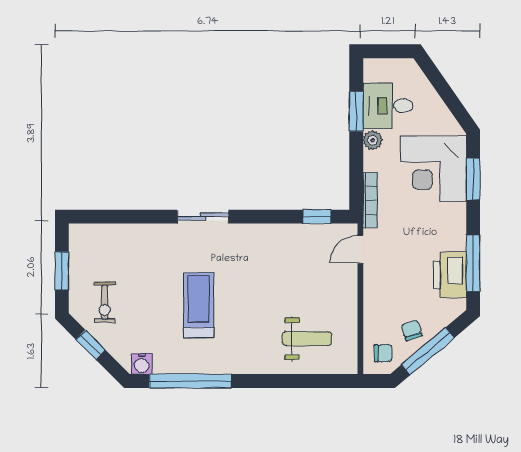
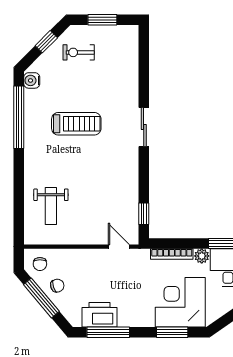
bookcase: (370, 200) -> (172, 254), moved

